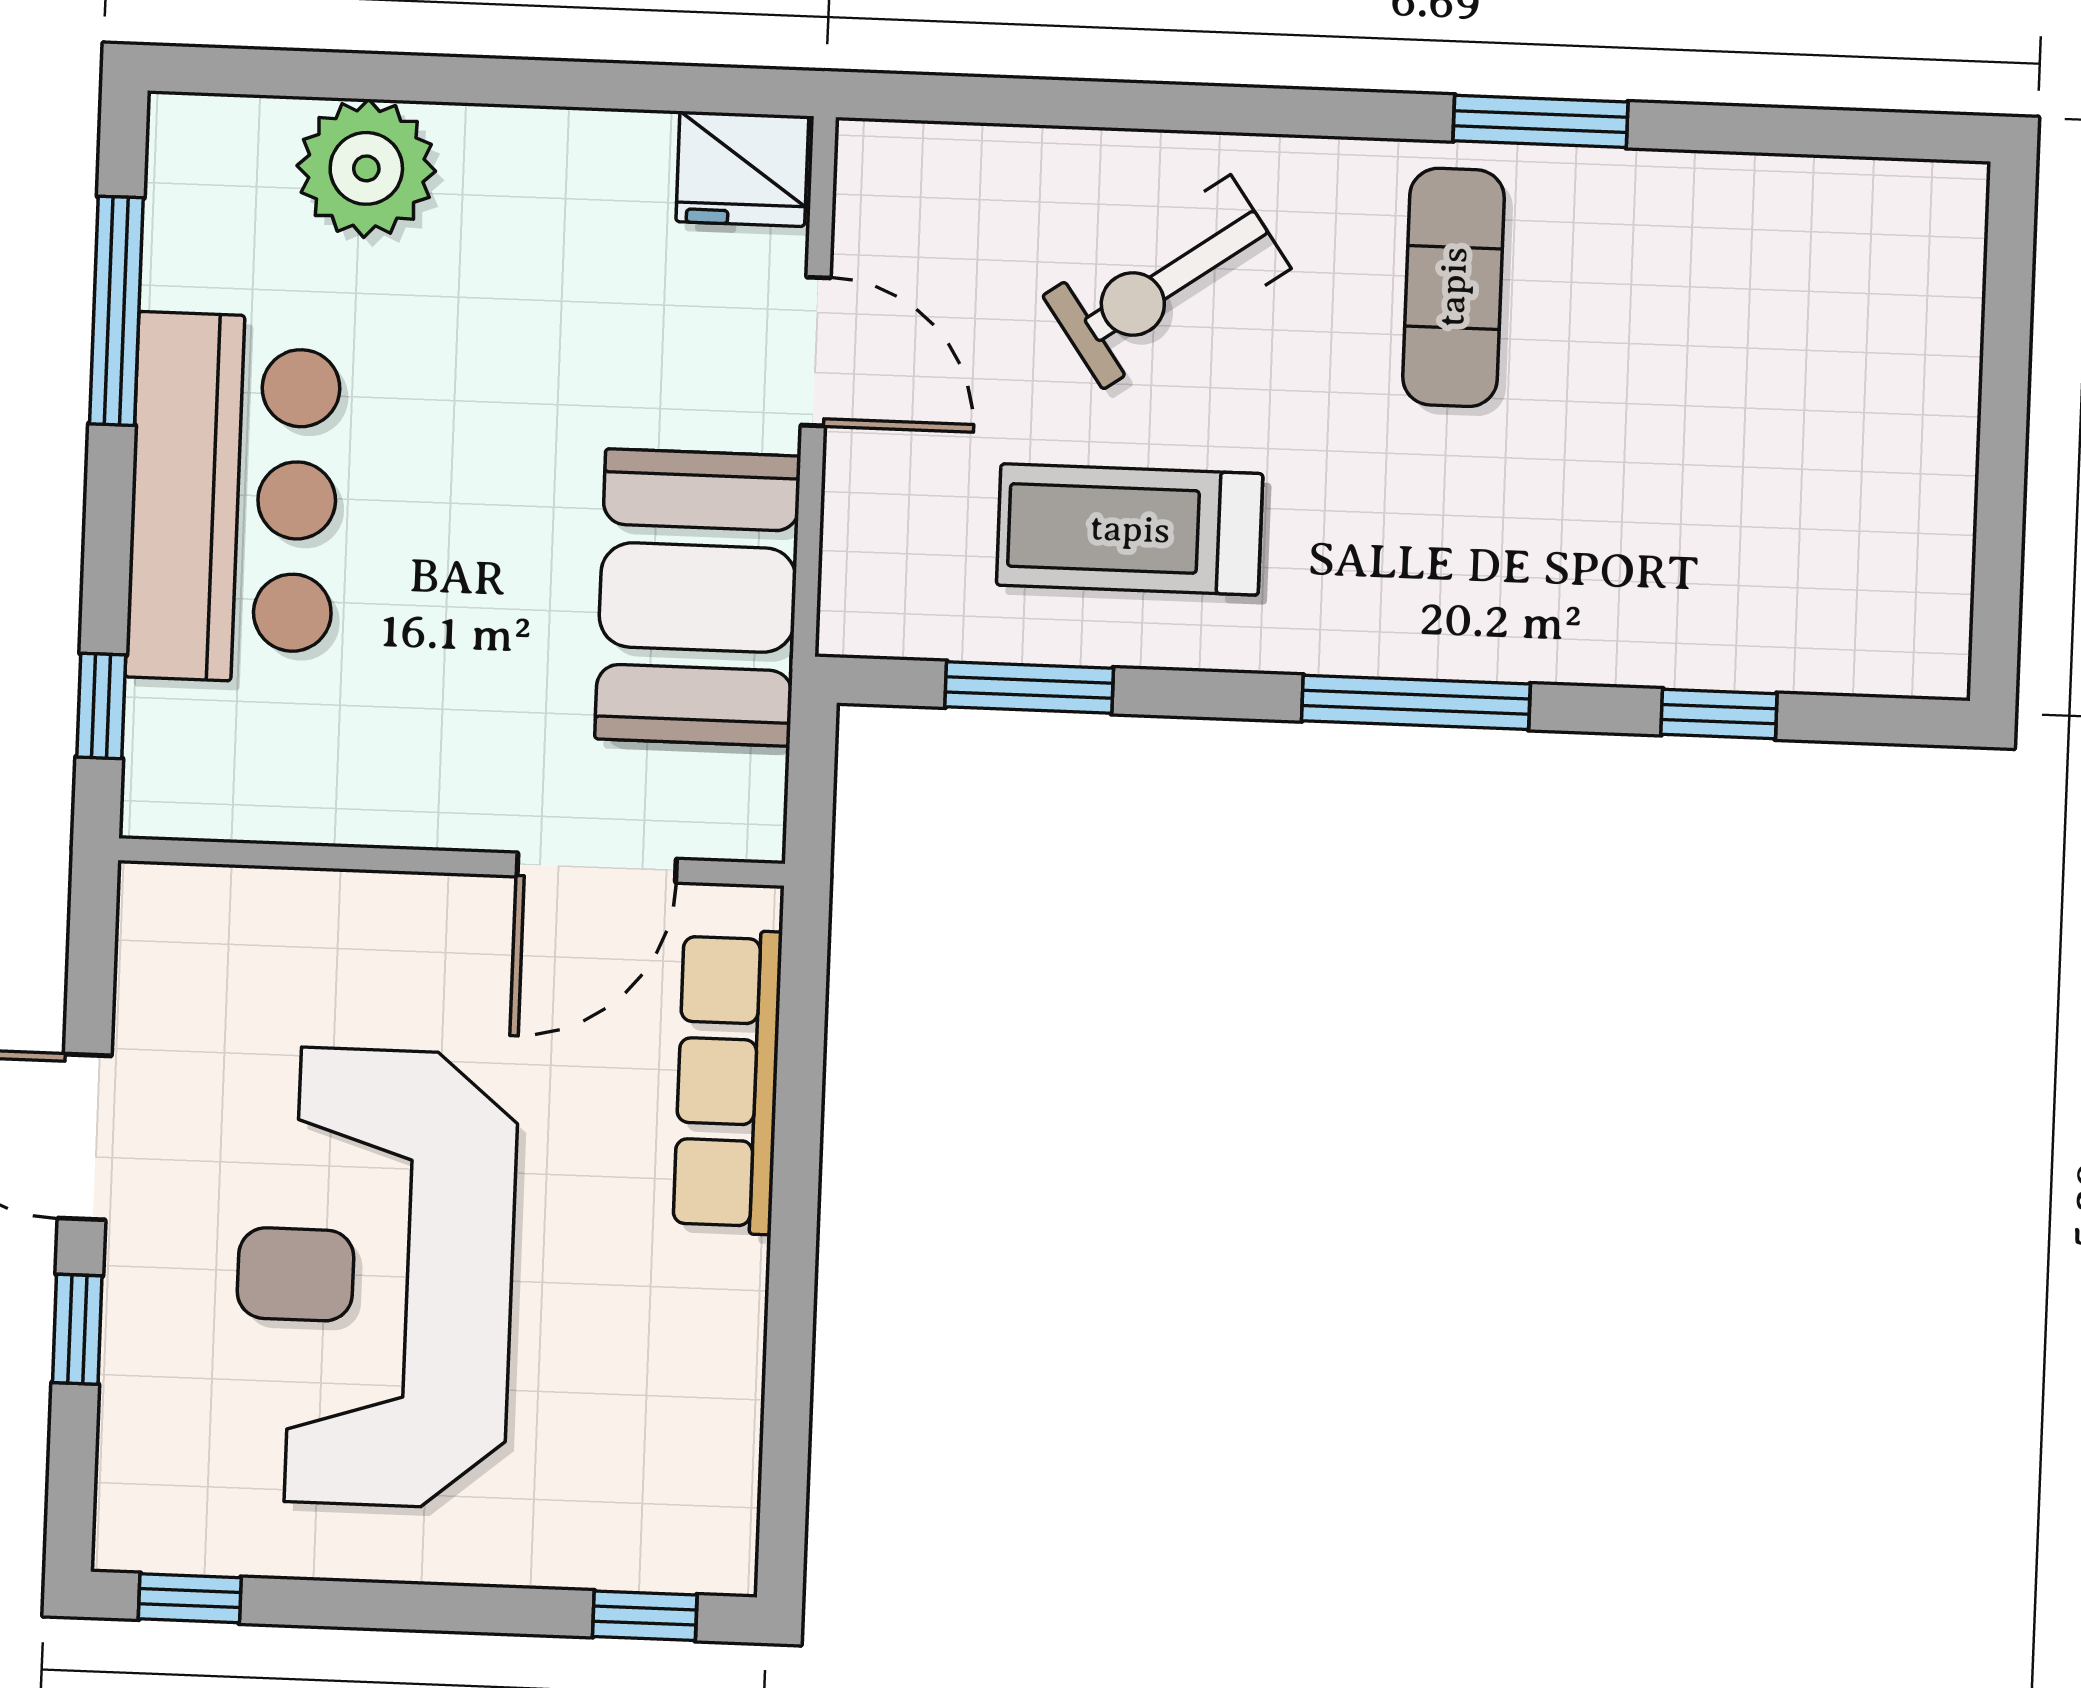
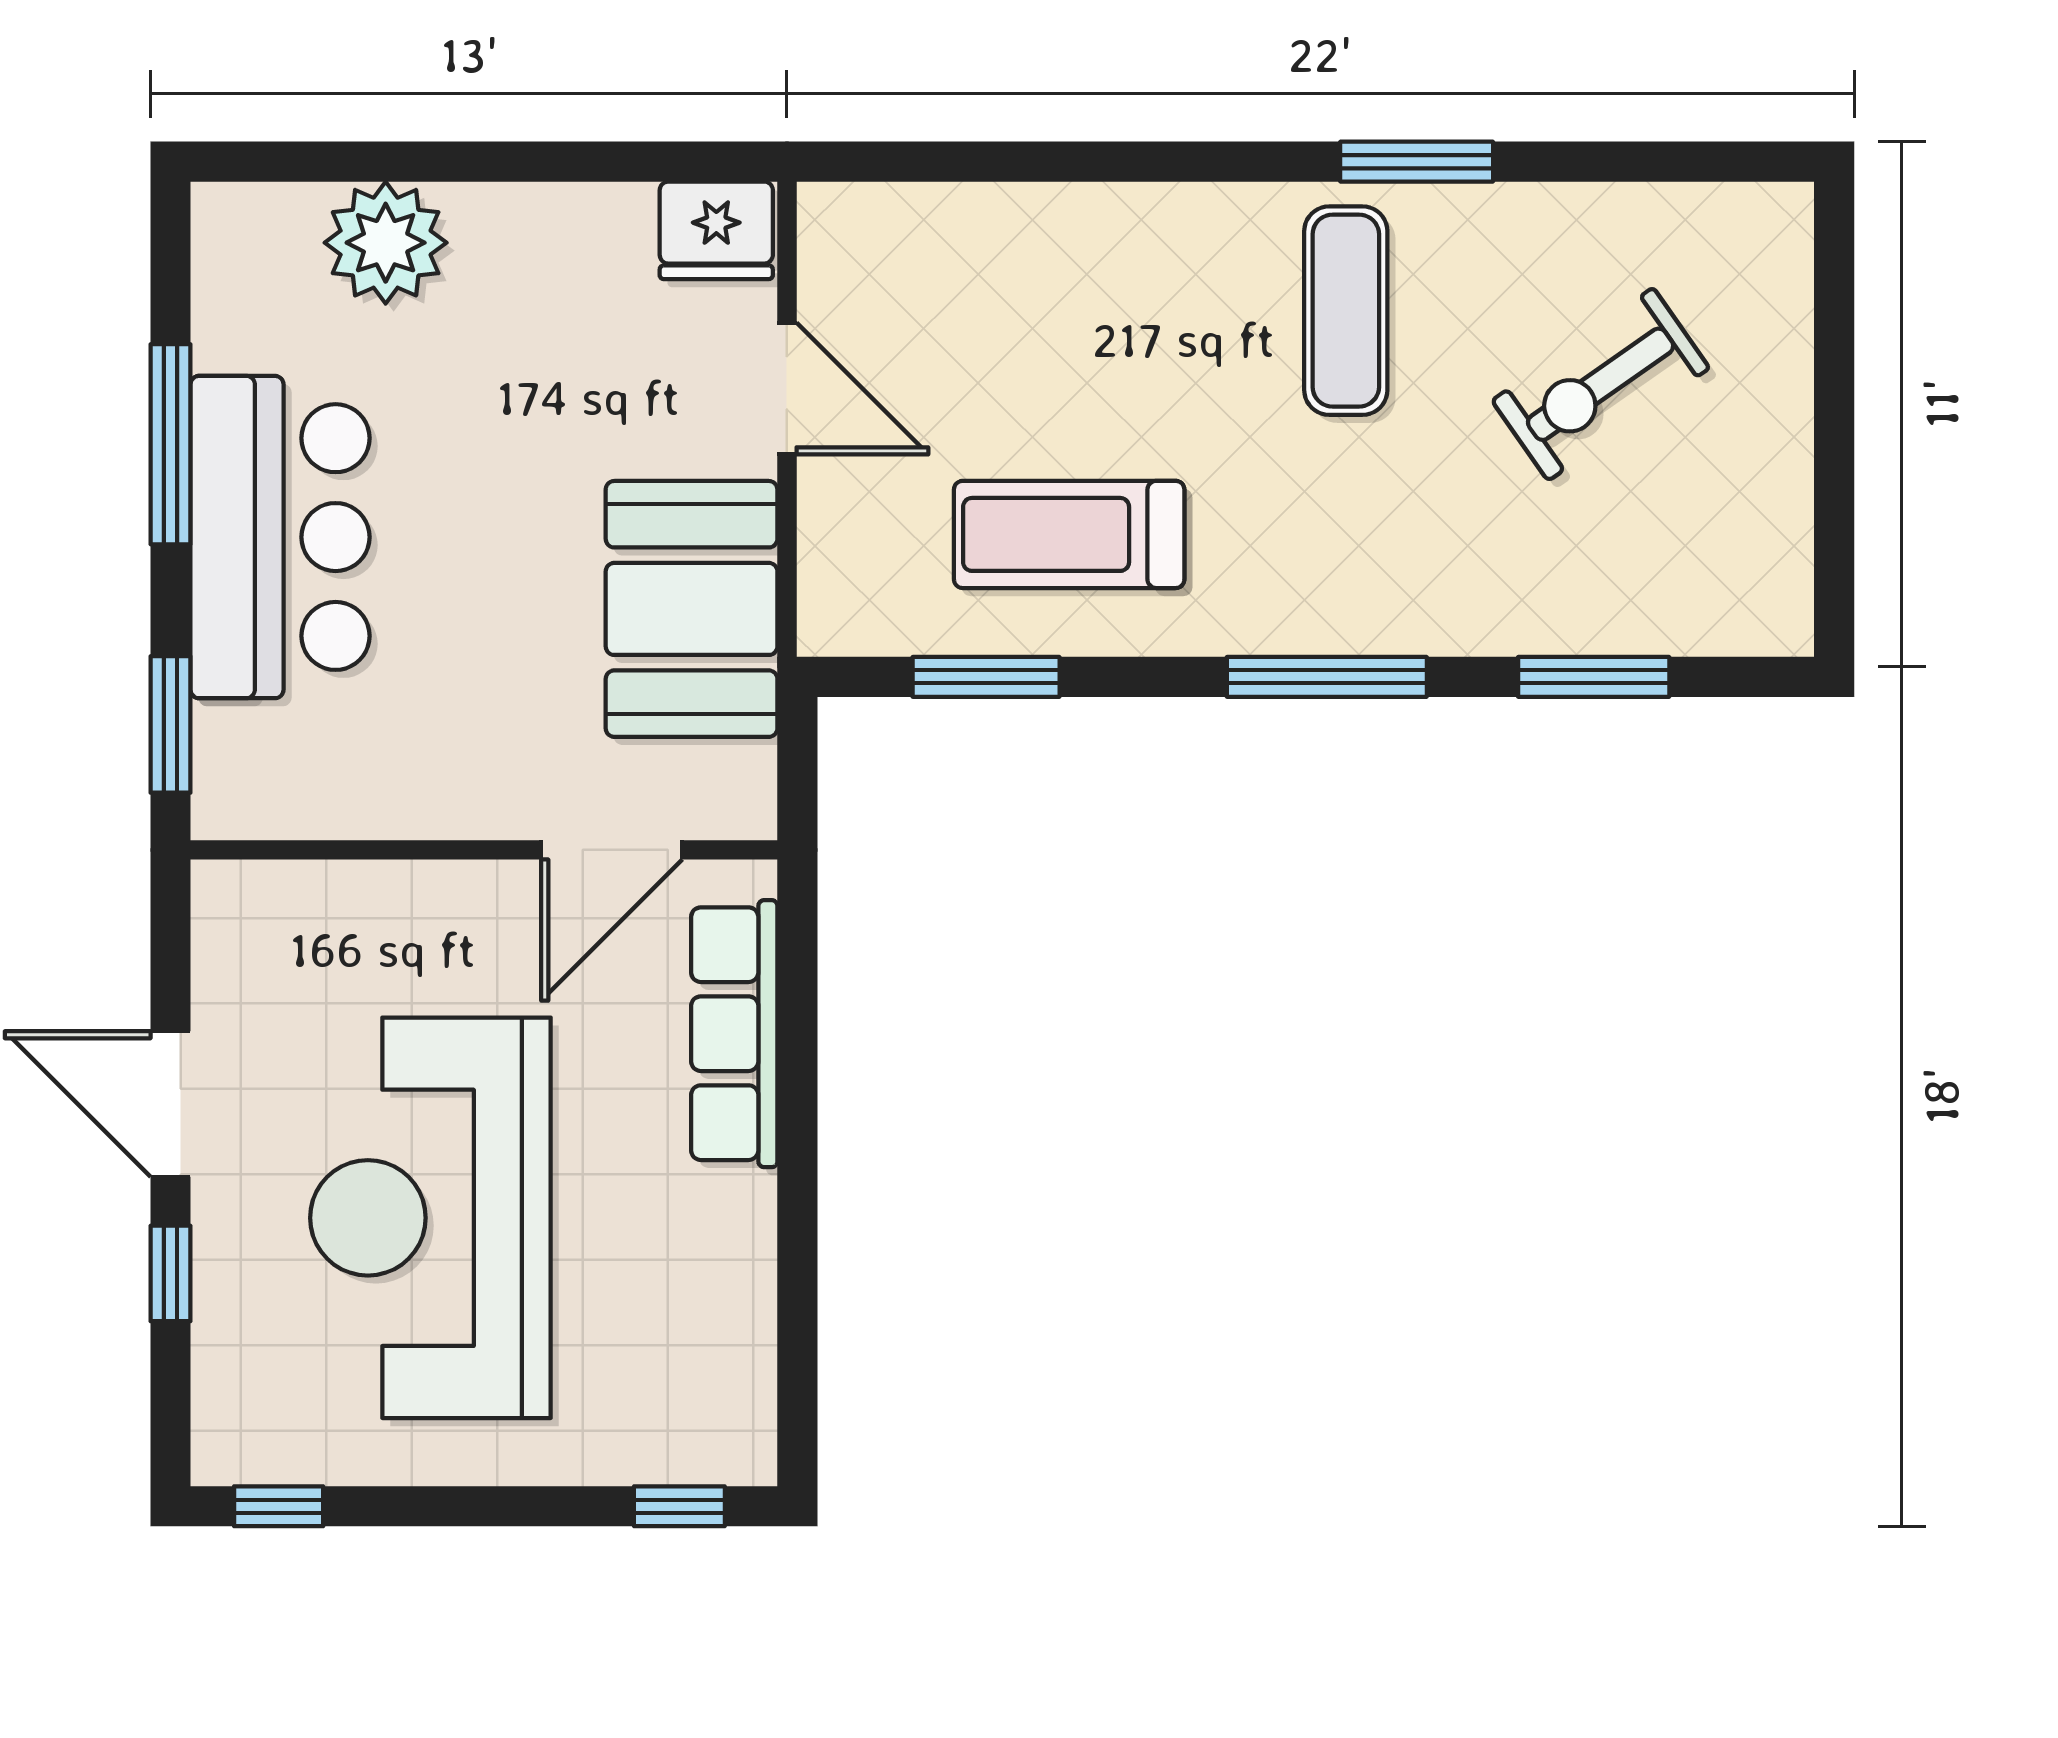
exercise bike: (1167, 282) -> (1601, 384), moved
window: (116, 311) -> (171, 444), moved
window: (101, 706) -> (171, 724), width x1.50
window: (1719, 714) -> (1594, 677), width x1.50

